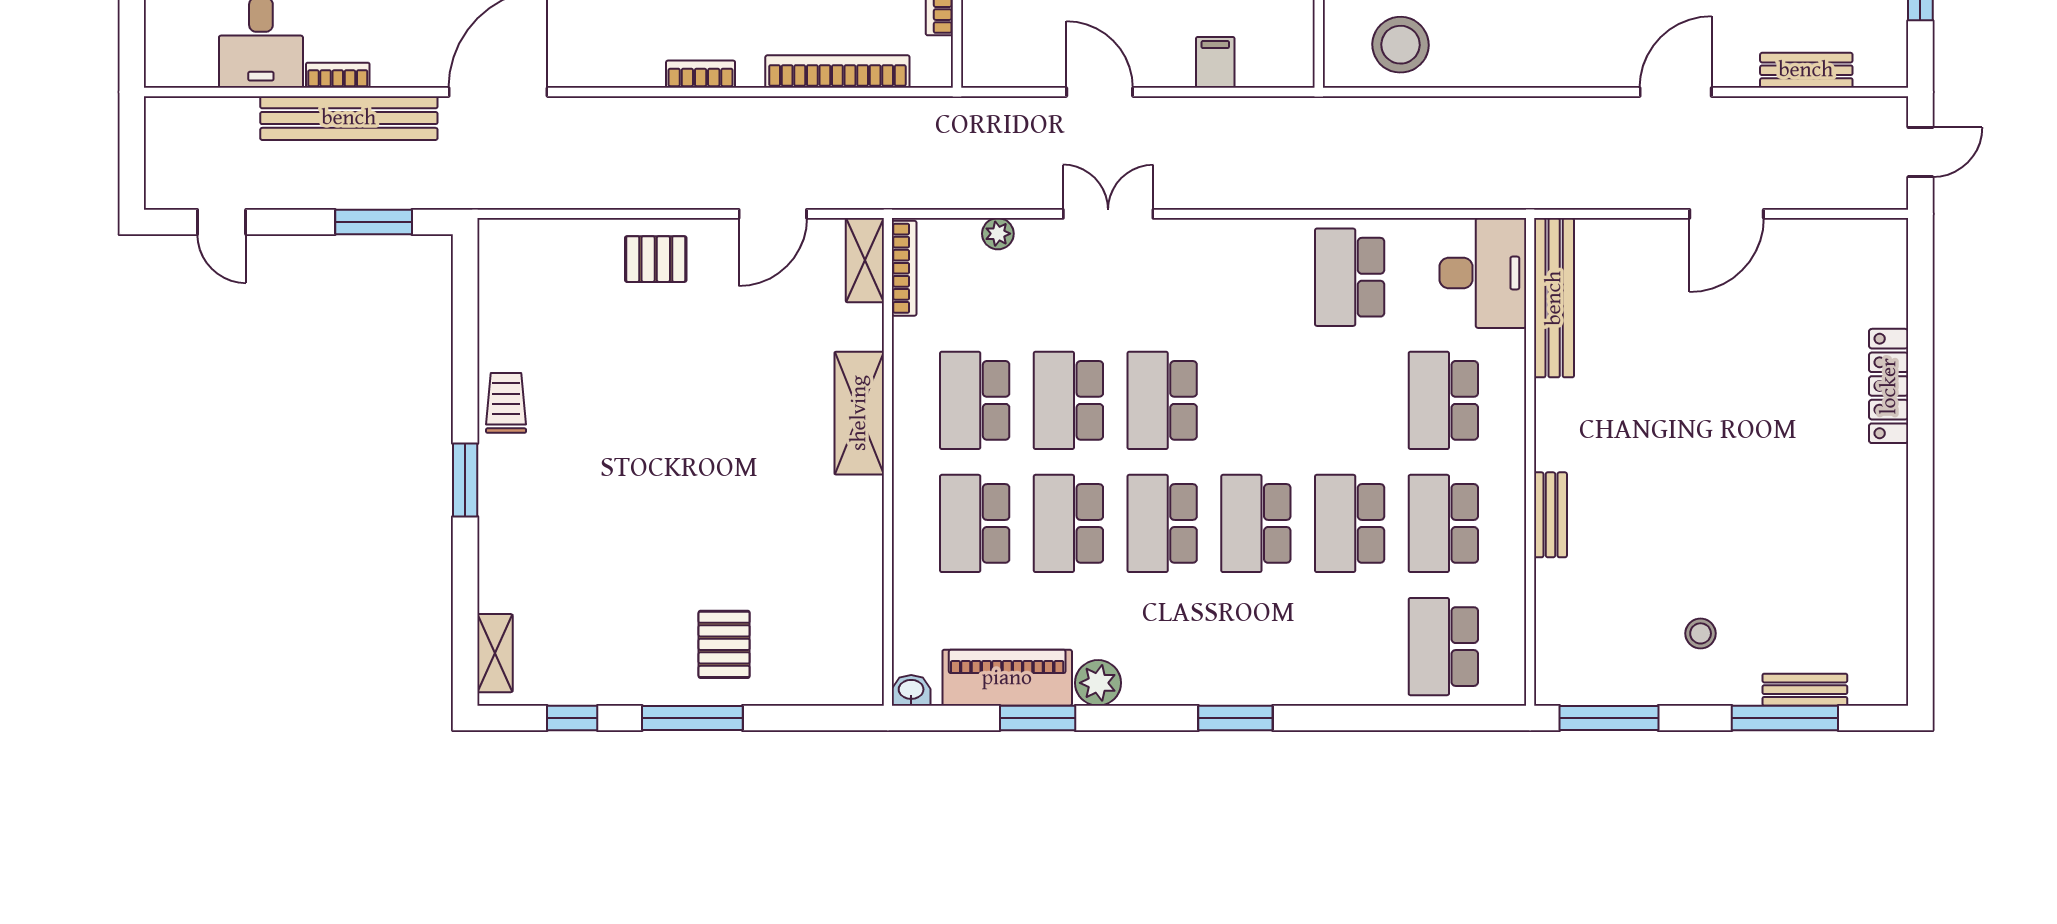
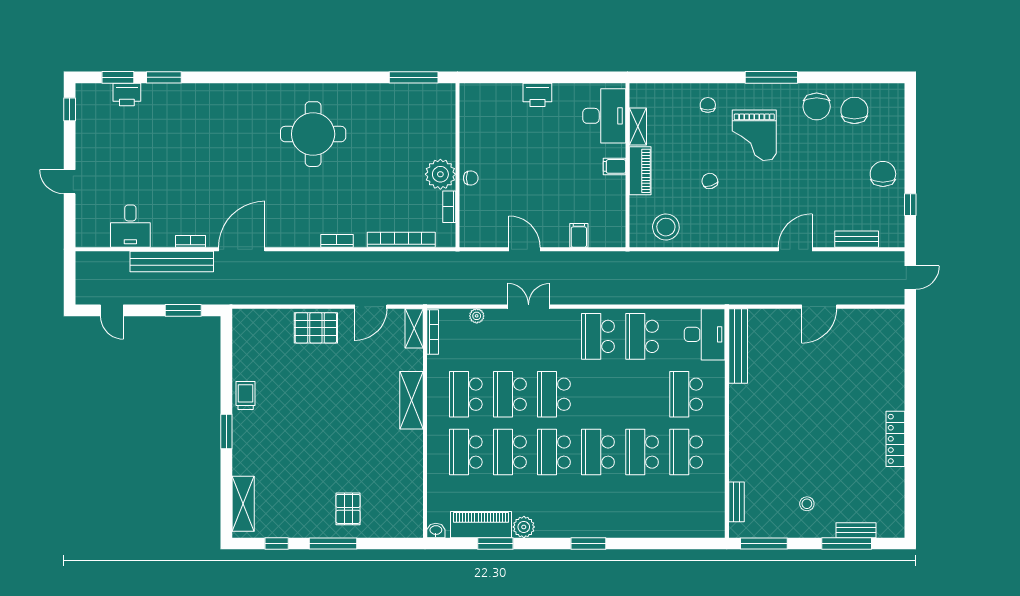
bookcase: (338, 75) -> (190, 241), moved
pallet: (656, 259) -> (316, 328), width x1.50, depth x1.42
locker: (1889, 386) -> (895, 439), moved
bench: (1550, 515) -> (736, 502), moved
school desk: (1443, 647) -> (598, 336), moved
shelving: (495, 653) -> (243, 504), width x1.50, depth x1.33

